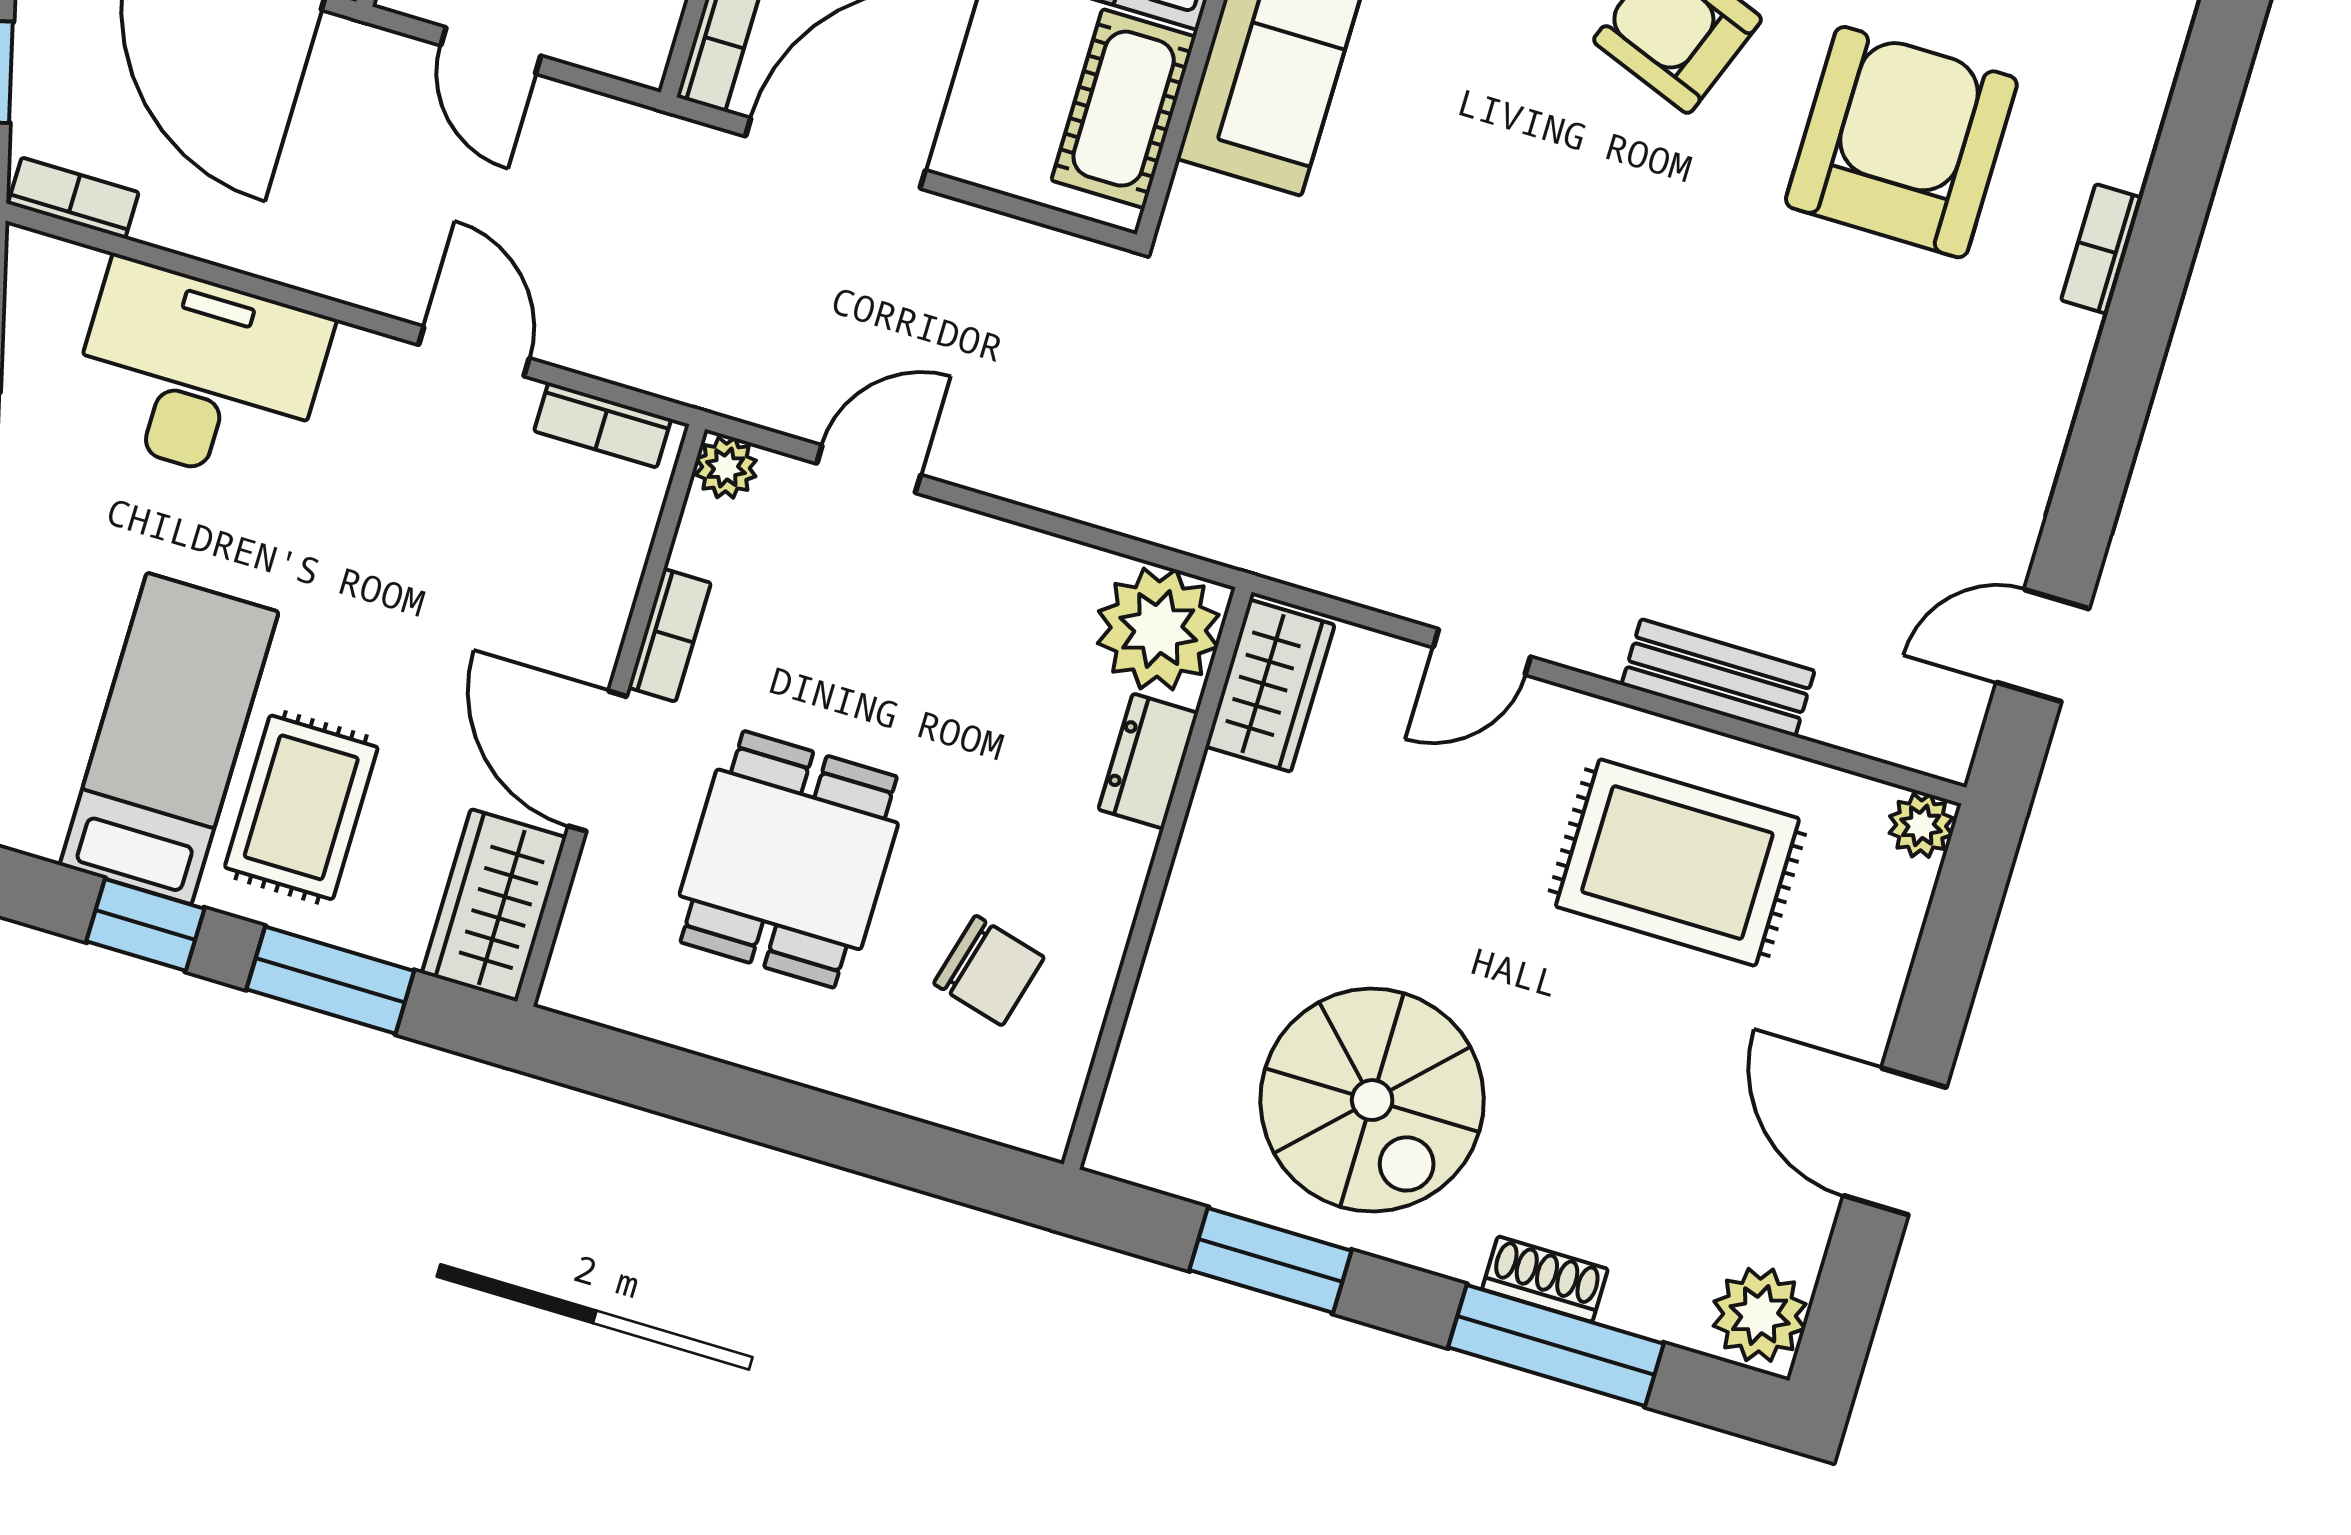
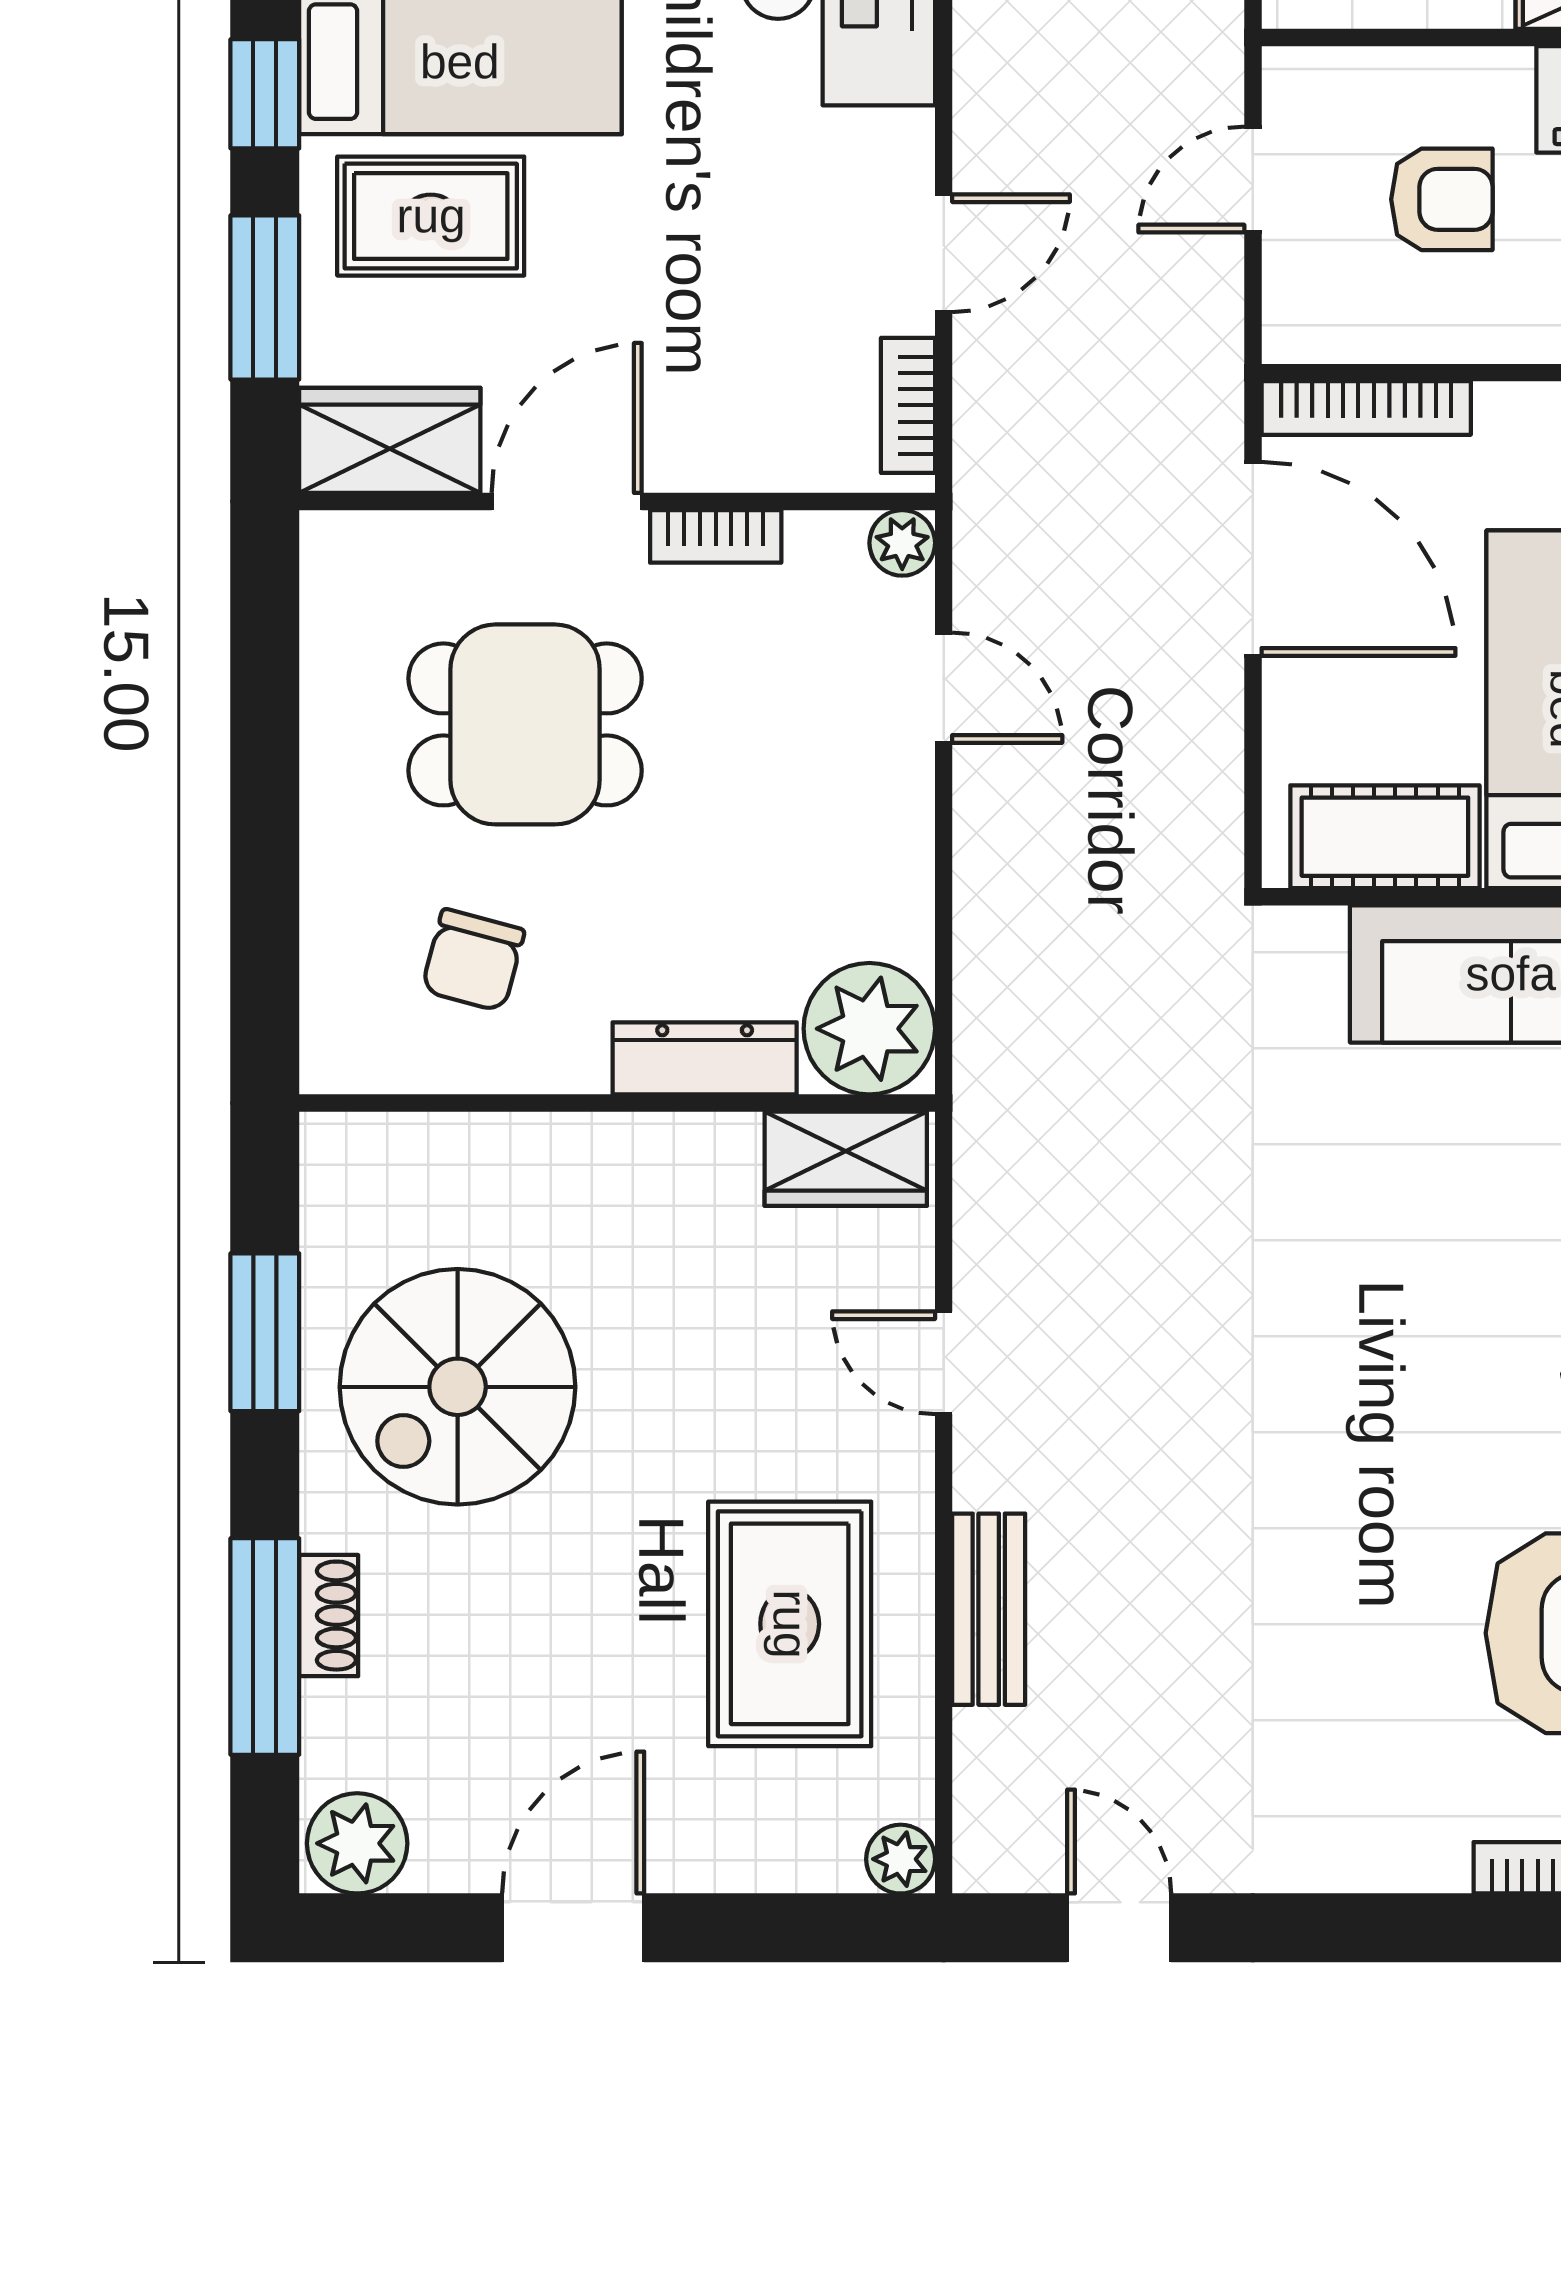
dresser: (1148, 761) -> (705, 1058), width x1.44

